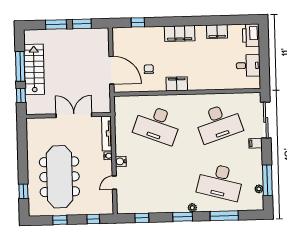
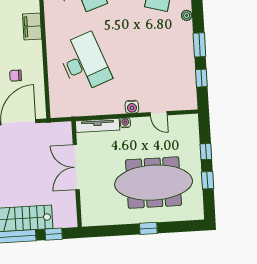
filing cabinet: (177, 84) -> (32, 26), moved
desk: (157, 124) -> (84, 63), turned -42
window: (23, 191) -> (148, 228), moved
window: (183, 217) -> (199, 45), moved
window: (93, 219) -> (206, 152), moved

